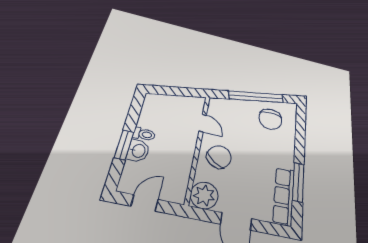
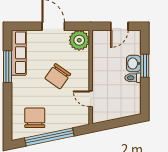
chair: (219, 157) -> (58, 76), moved

